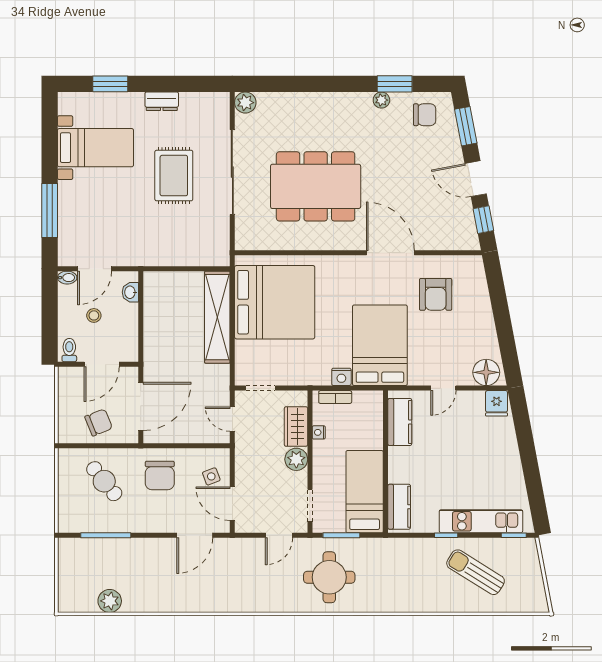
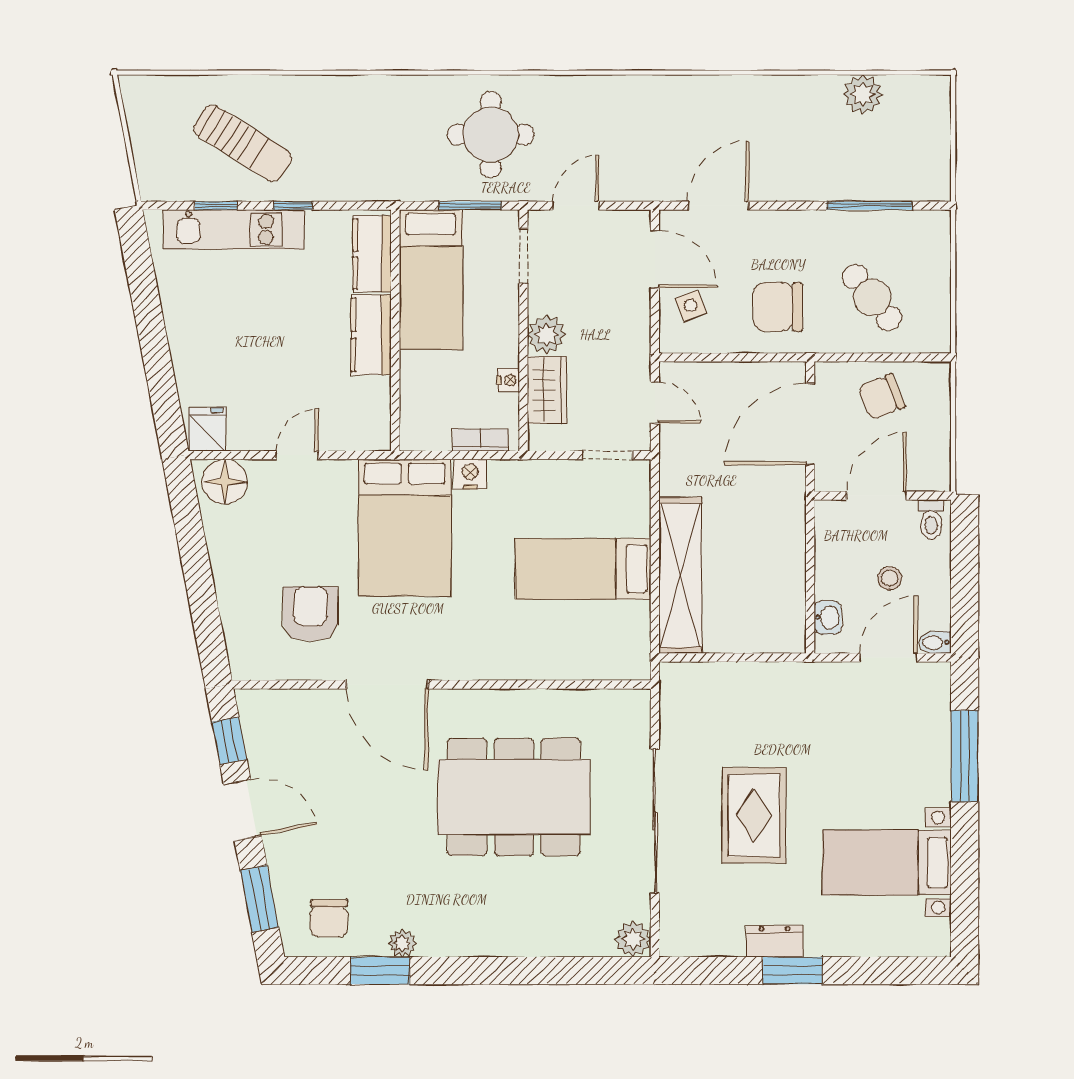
window: (110, 84) -> (793, 971), moved
chair: (425, 115) -> (329, 918), turned -90
bed: (275, 302) -> (583, 569), width x0.49
kitchen counter: (400, 422) -> (371, 335), moved
chair: (160, 476) -> (778, 307), turned -90
window: (514, 535) -> (216, 206), moved

